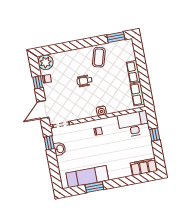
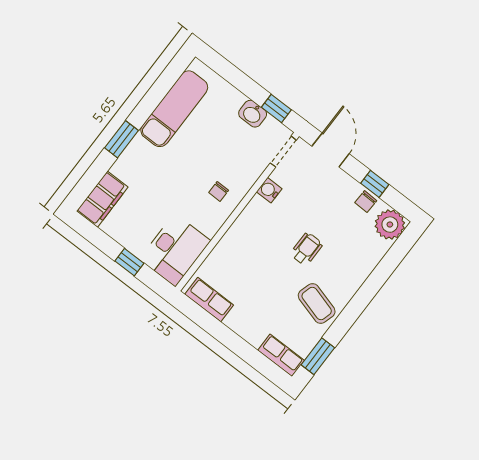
row of seats: (133, 72) -> (281, 355), moved
water cooler: (101, 111) -> (269, 190), moved
window: (94, 187) -> (122, 139), moved

